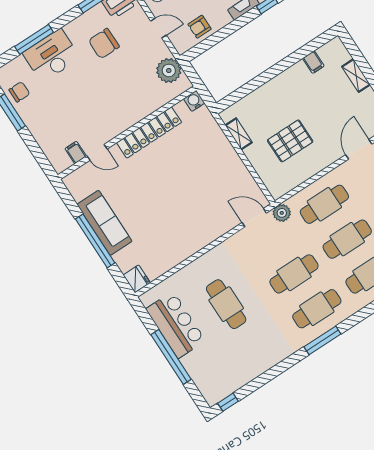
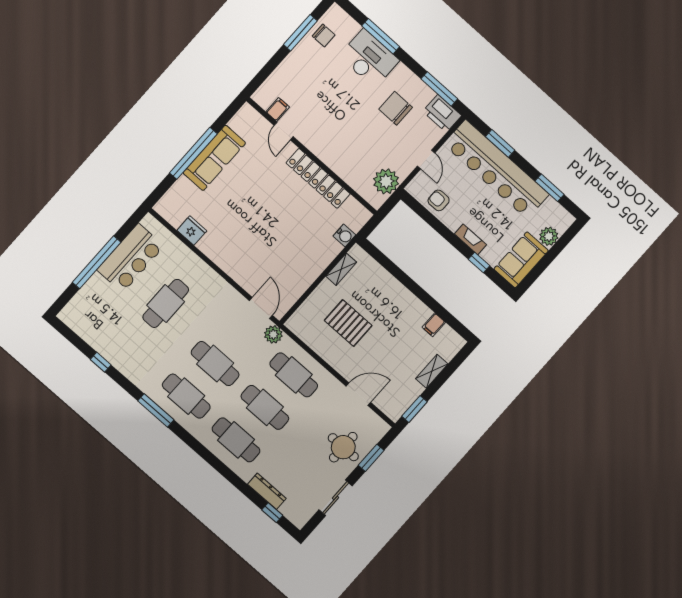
water cooler: (194, 101) -> (344, 235), moved, turned 90
fridge: (137, 279) -> (192, 231), moved, turned -90
window: (228, 402) -> (101, 362), moved

